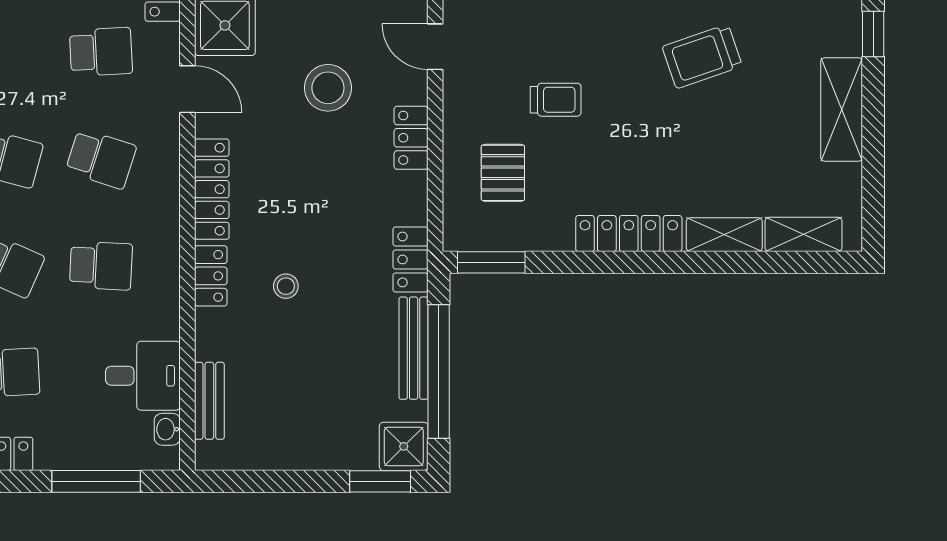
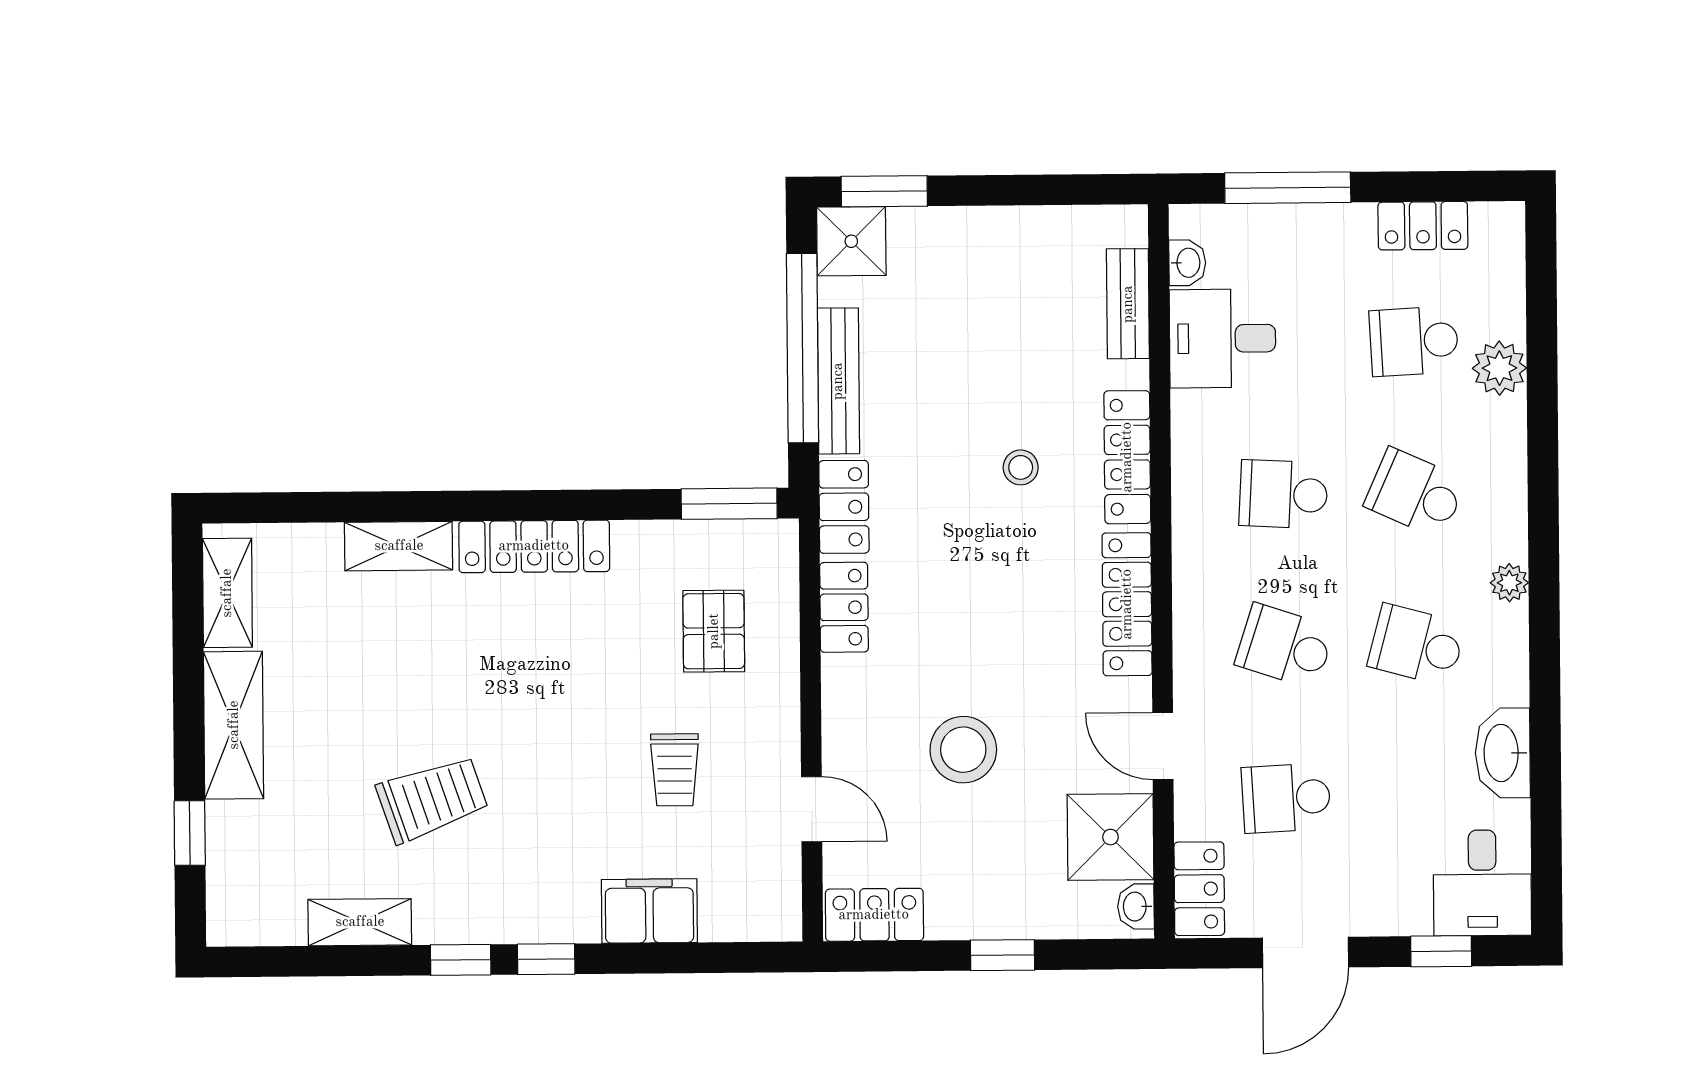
trolley: (556, 100) -> (675, 770), moved, turned -90
locker: (411, 138) -> (844, 607), moved
shelving: (803, 234) -> (227, 593), moved, turned 90
locker: (211, 276) -> (1127, 457), width x1.53

